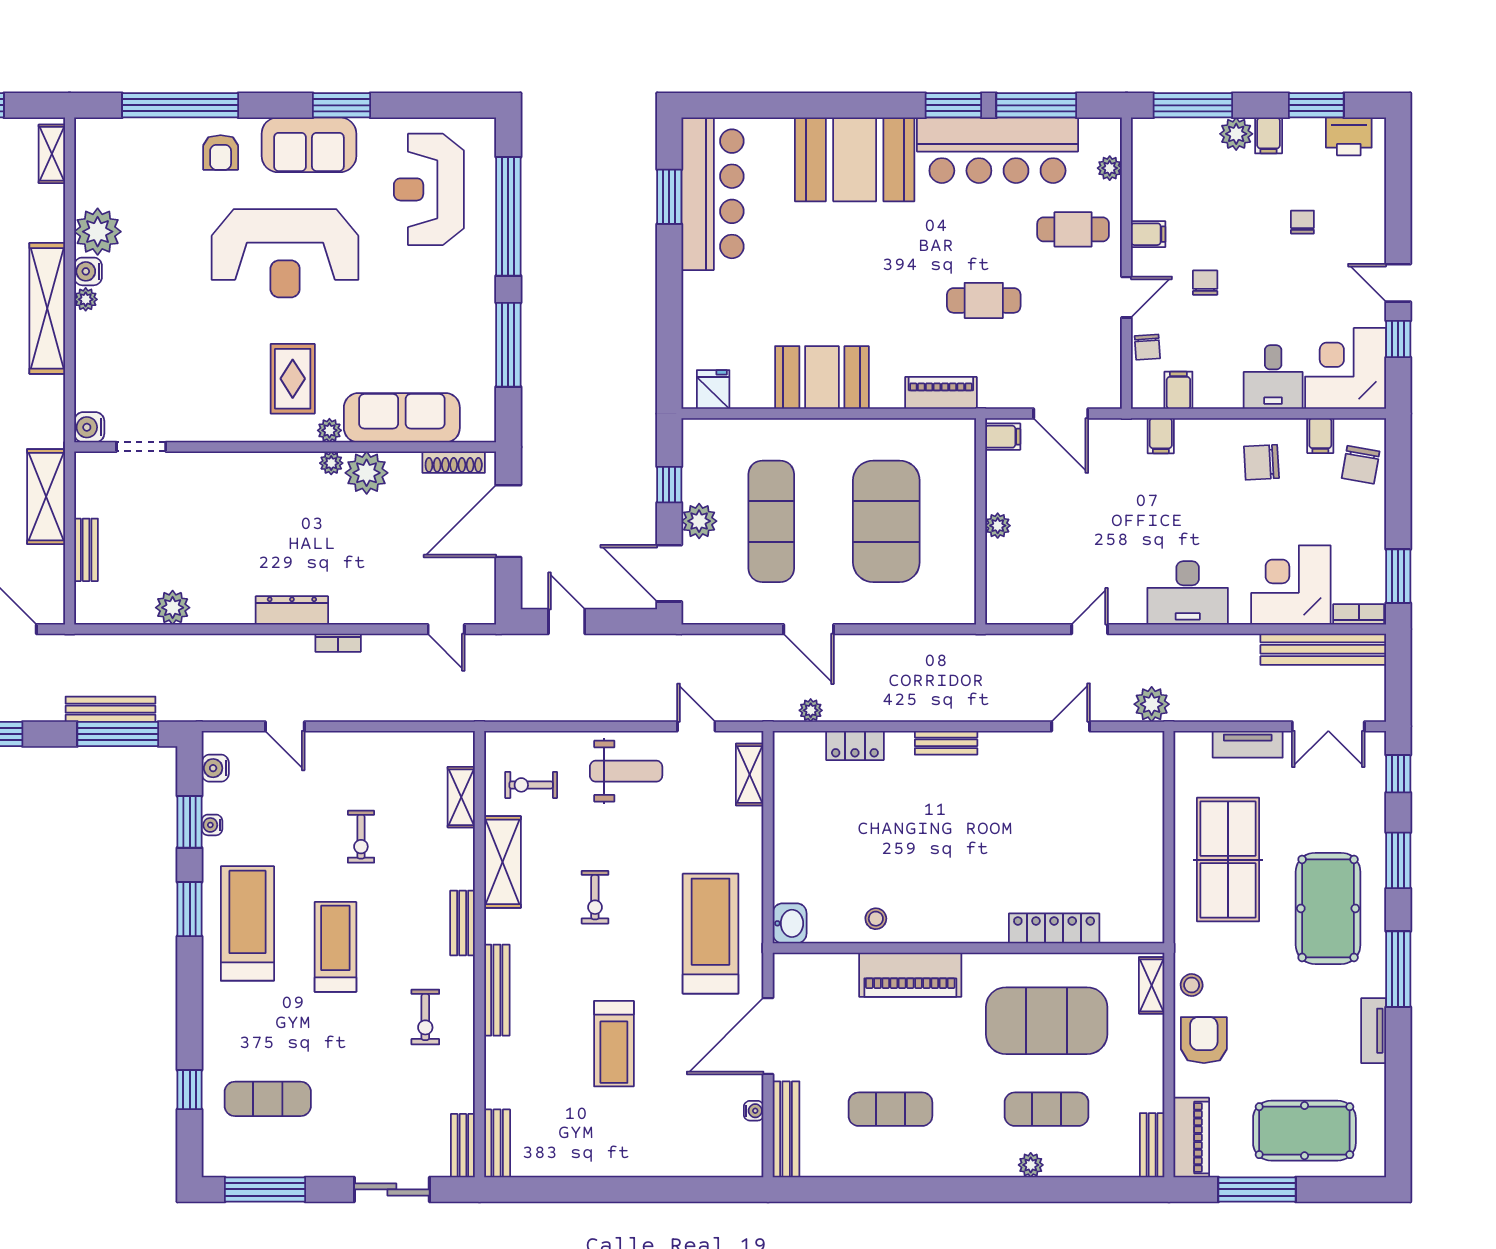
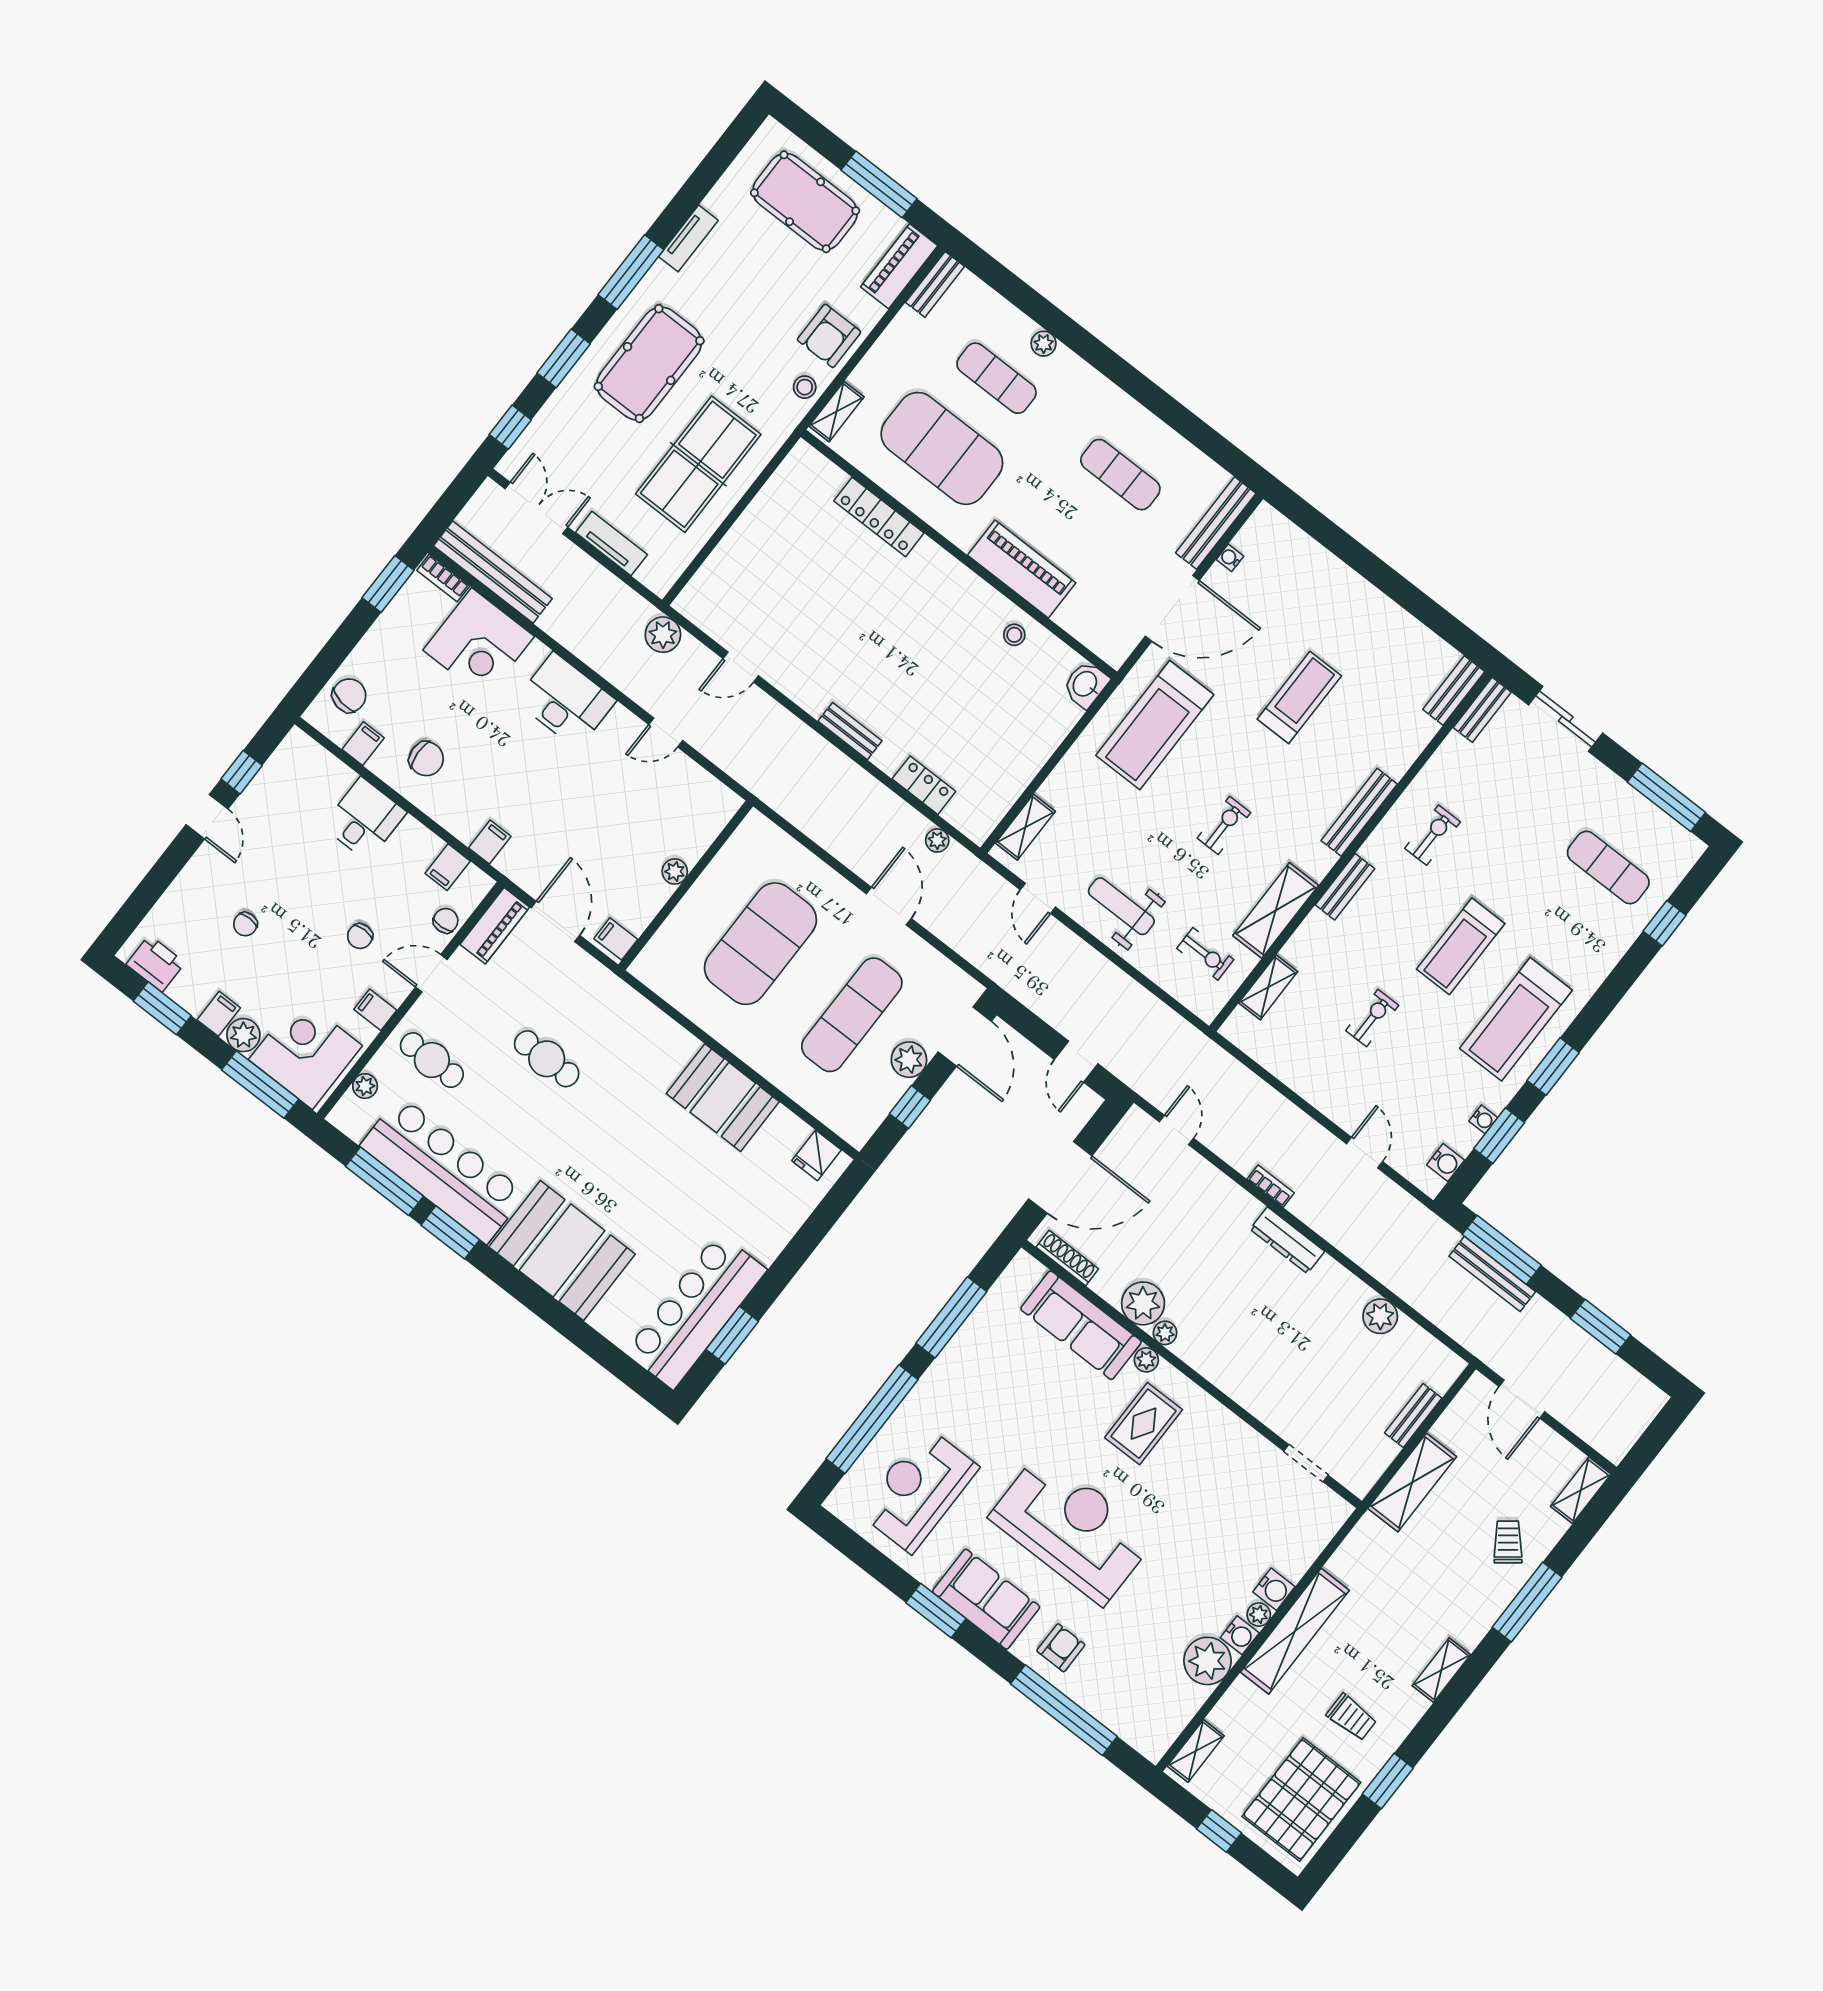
reception desk: (429, 189) -> (918, 1490), turned 180
corner desk: (1346, 368) -> (305, 1053), moved, turned 180
piano: (941, 393) -> (495, 926), moved, turned -90
water cooler: (89, 427) -> (1274, 1589), moved

